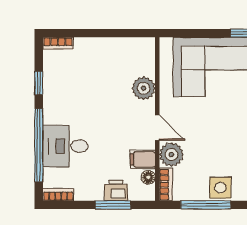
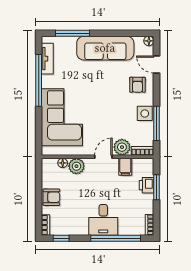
armchair: (98, 52) -> (51, 197), added
window: (39, 83) -> (61, 238), moved
desk: (65, 146) -> (103, 220), moved
floor lamp: (148, 177) -> (63, 163), moved

